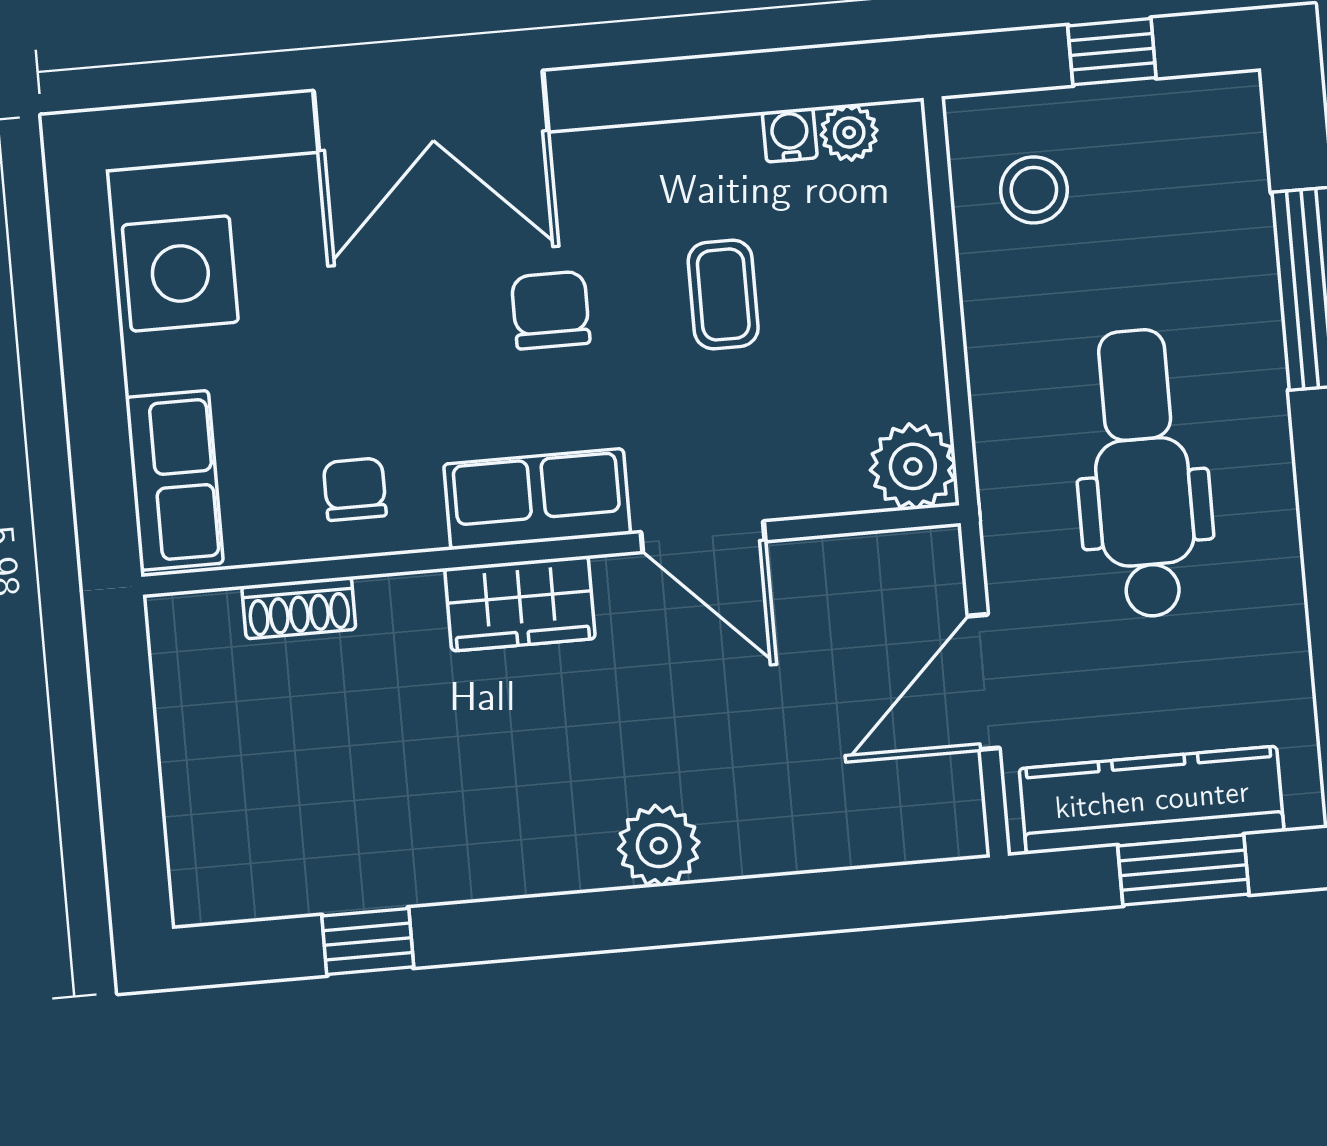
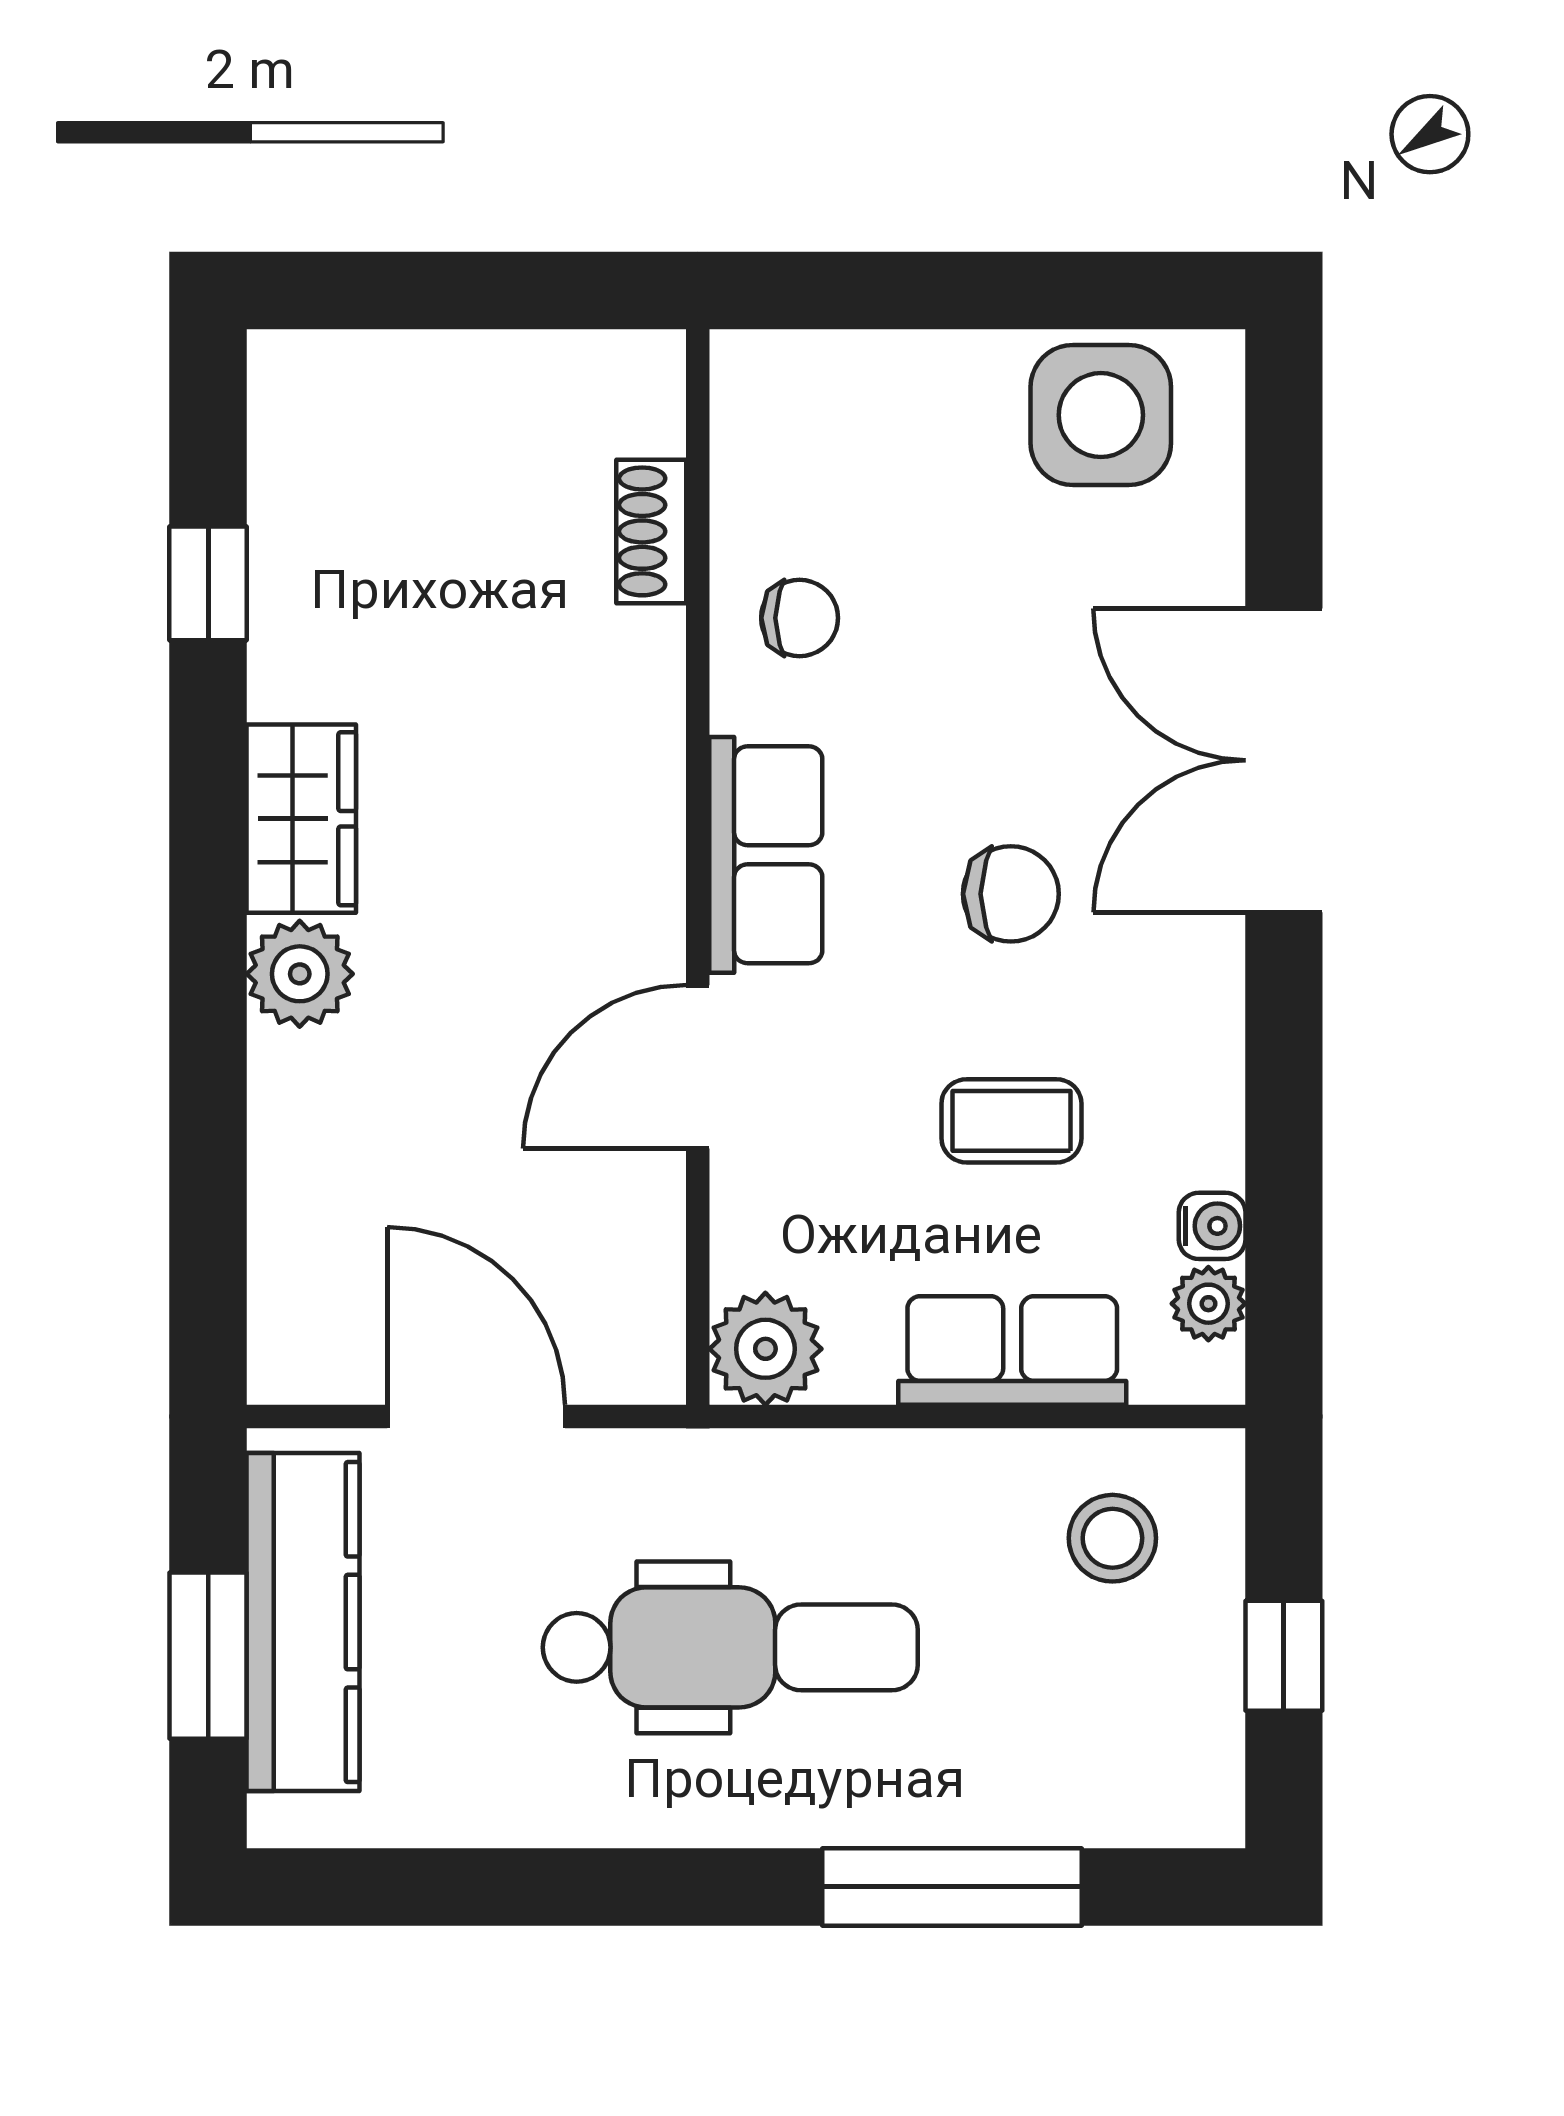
row of seats: (174, 480) -> (1012, 1351), moved, turned 180
wardrobe: (520, 604) -> (301, 819), moved, turned 180

